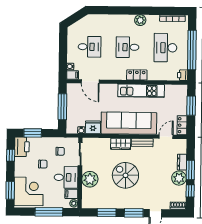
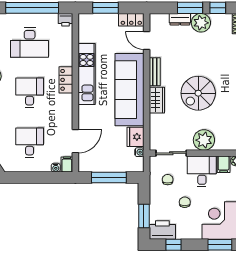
desk: (127, 47) -> (30, 93), turned 180

